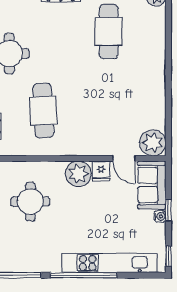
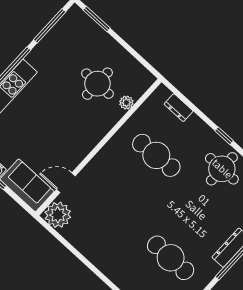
fridge: (101, 171) -> (72, 157), removed
plant: (78, 174) -> (126, 103), moved, width x0.53, depth x0.53

